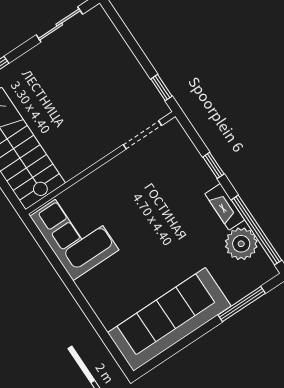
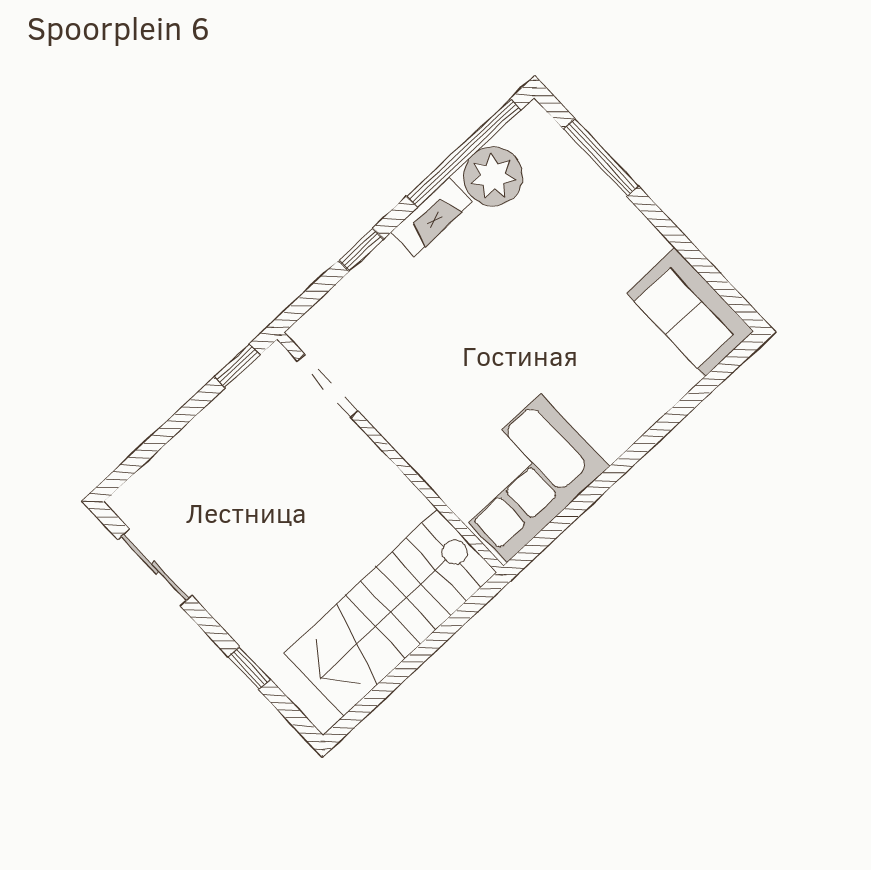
sofa: (169, 319) -> (690, 312), width x0.54, depth x0.79

